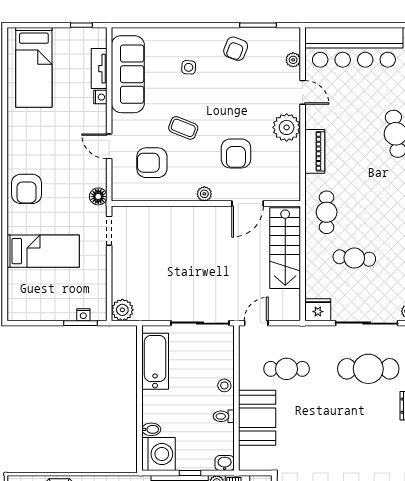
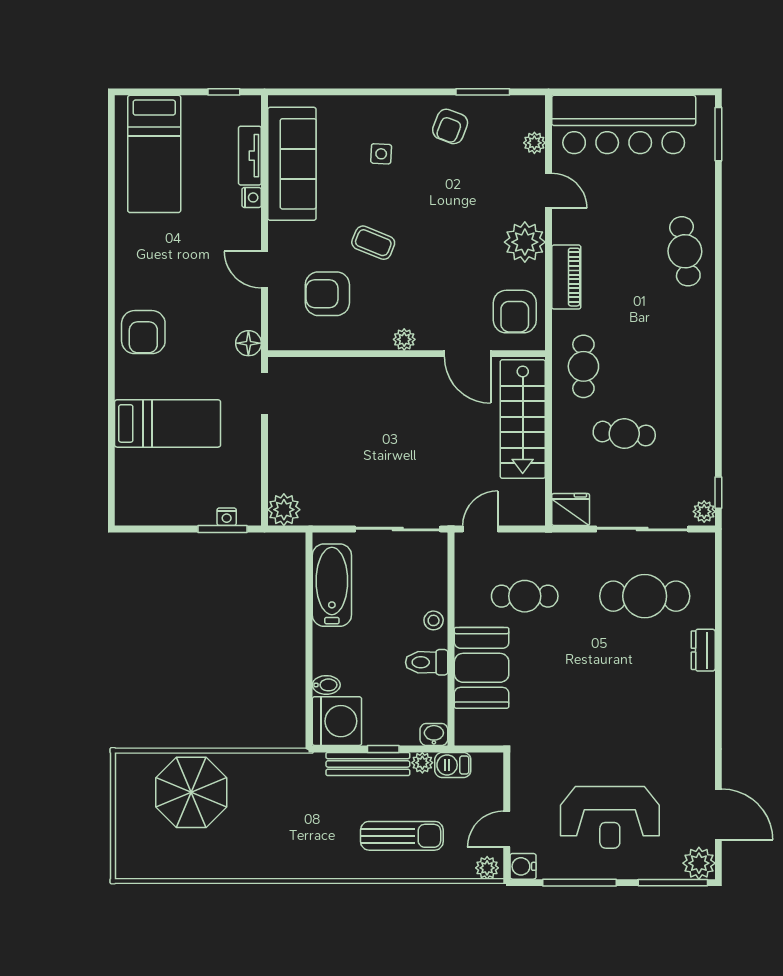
armchair: (236, 153) -> (515, 312), moved
door: (248, 204) -> (468, 354), hinge flipped
toilet: (224, 416) -> (427, 662), width x1.37, depth x1.39

